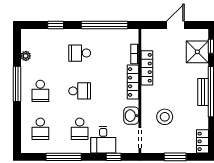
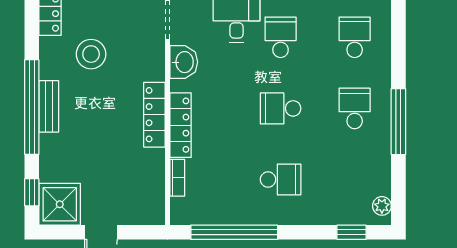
window: (56, 25) -> (352, 232), moved
shower: (197, 52) -> (60, 204), moved
plant: (26, 56) -> (382, 206), moved
locker: (147, 68) -> (154, 115), moved
stool: (165, 117) -> (91, 54), moved

